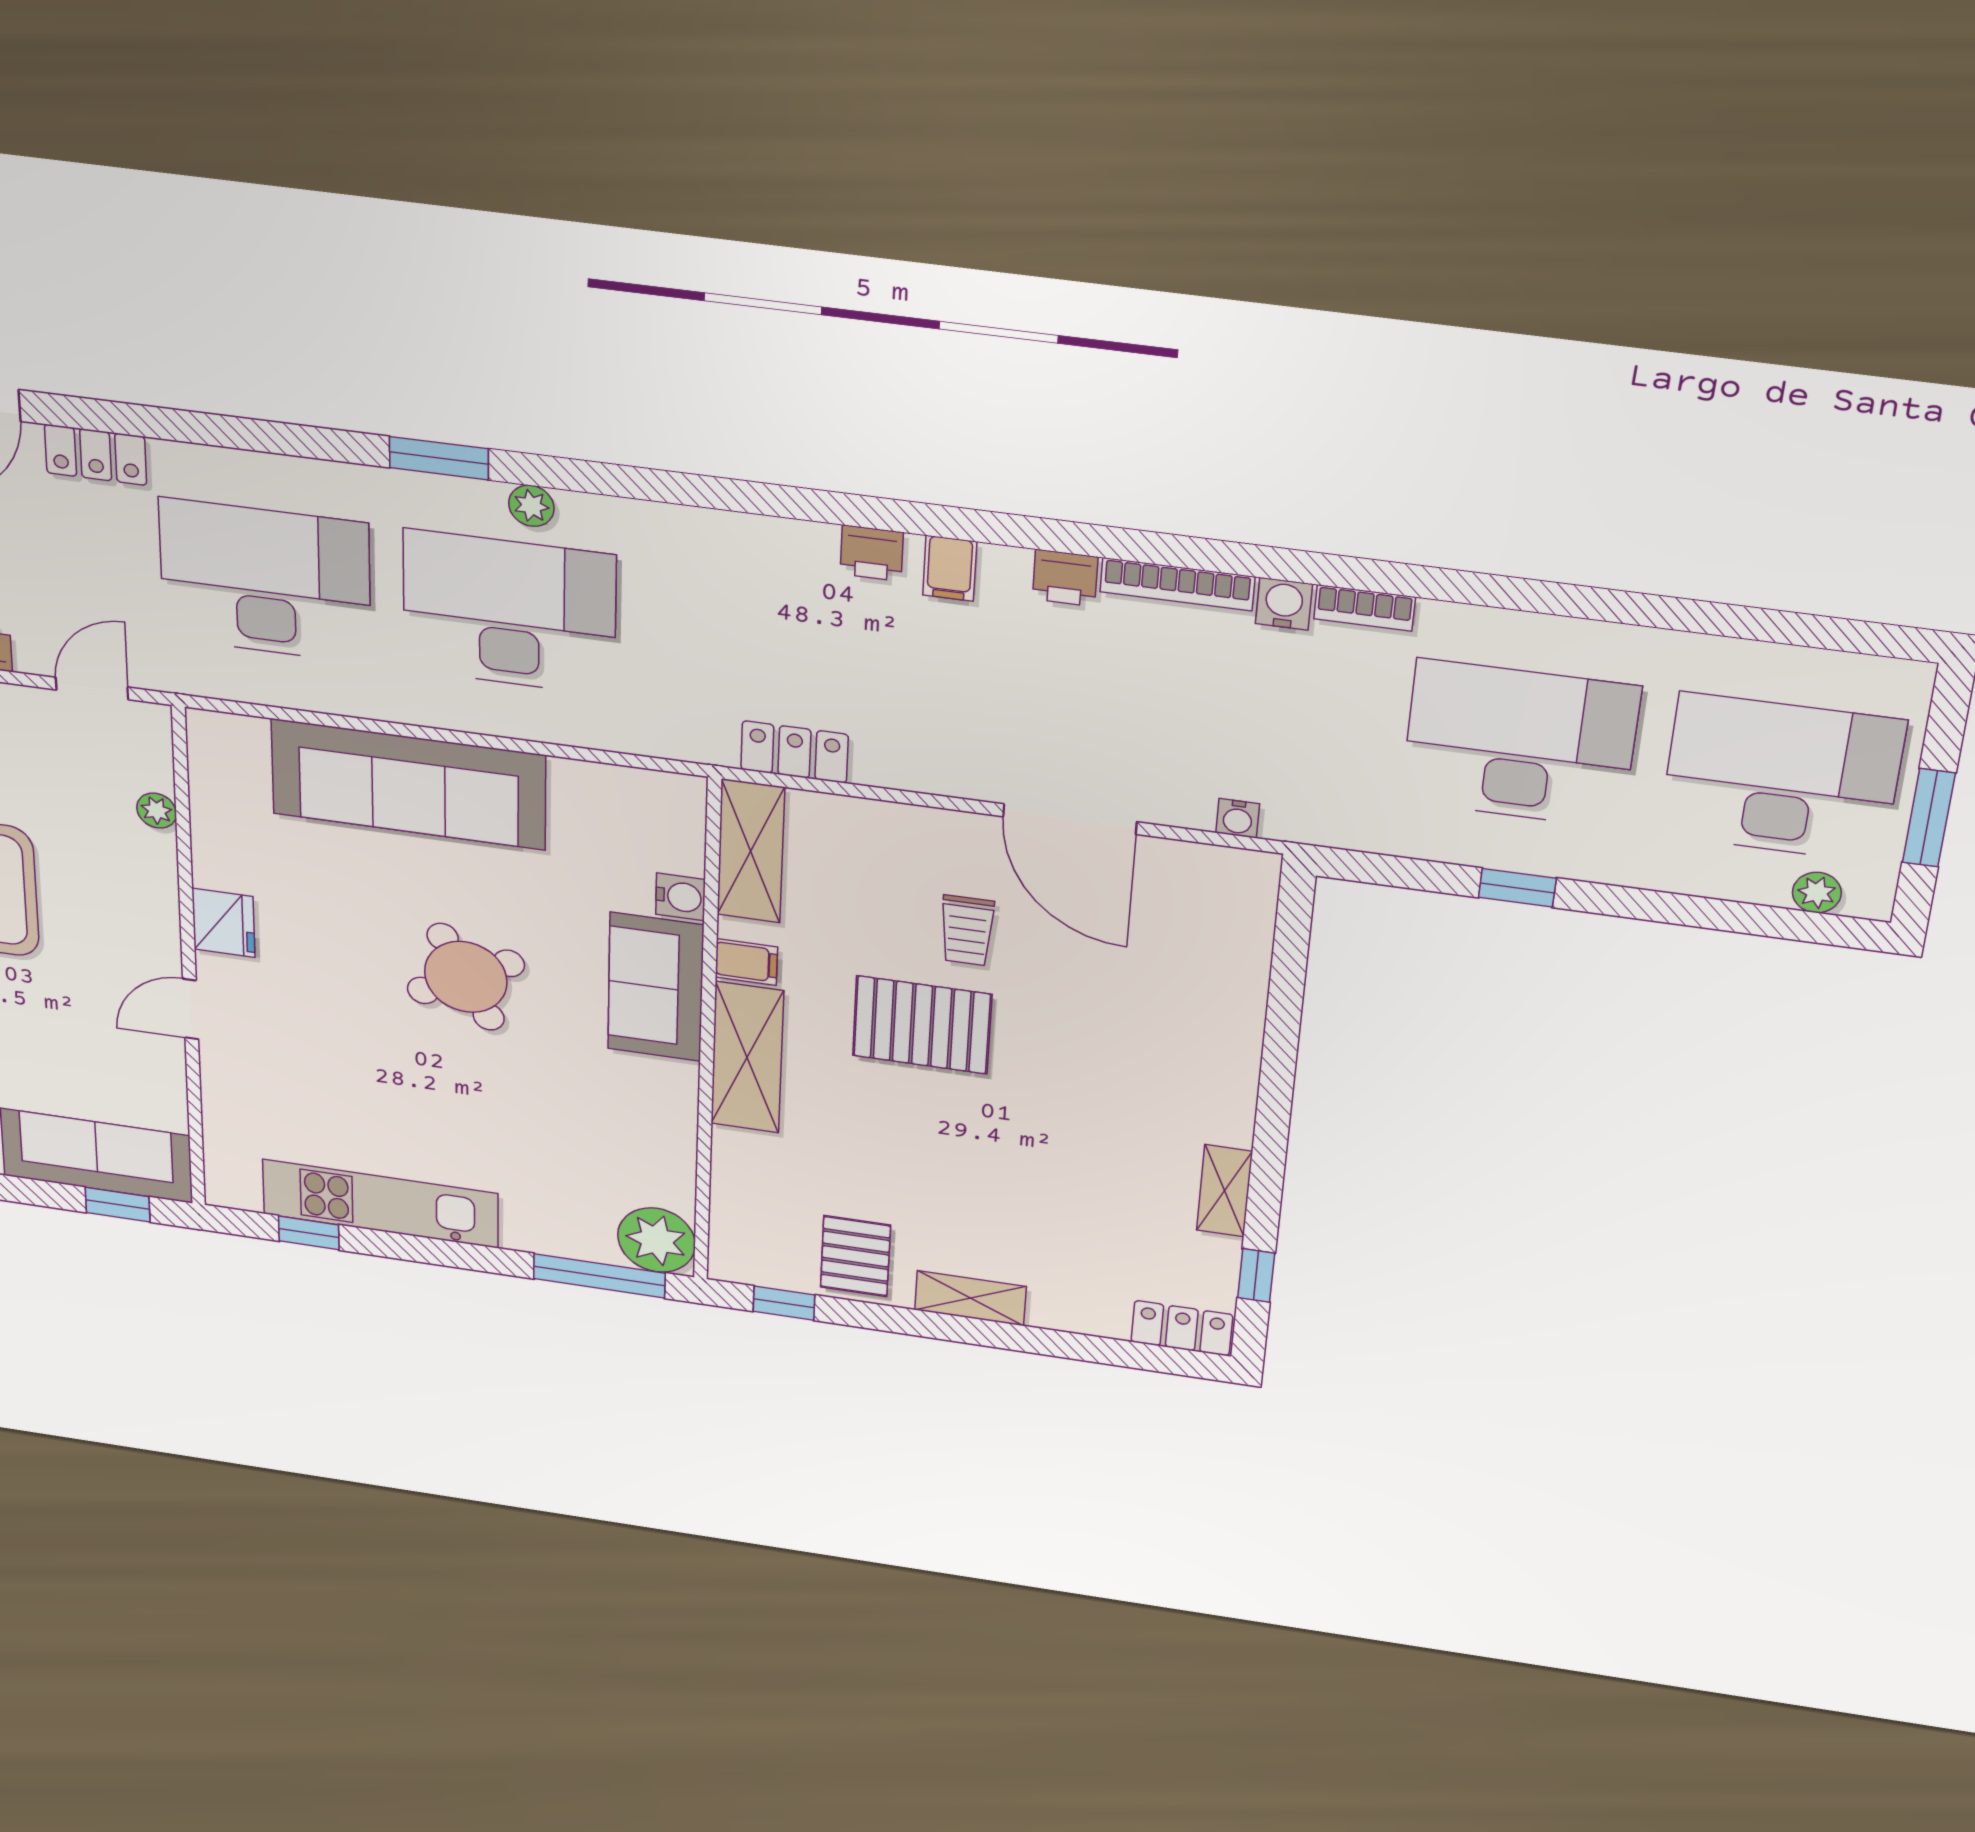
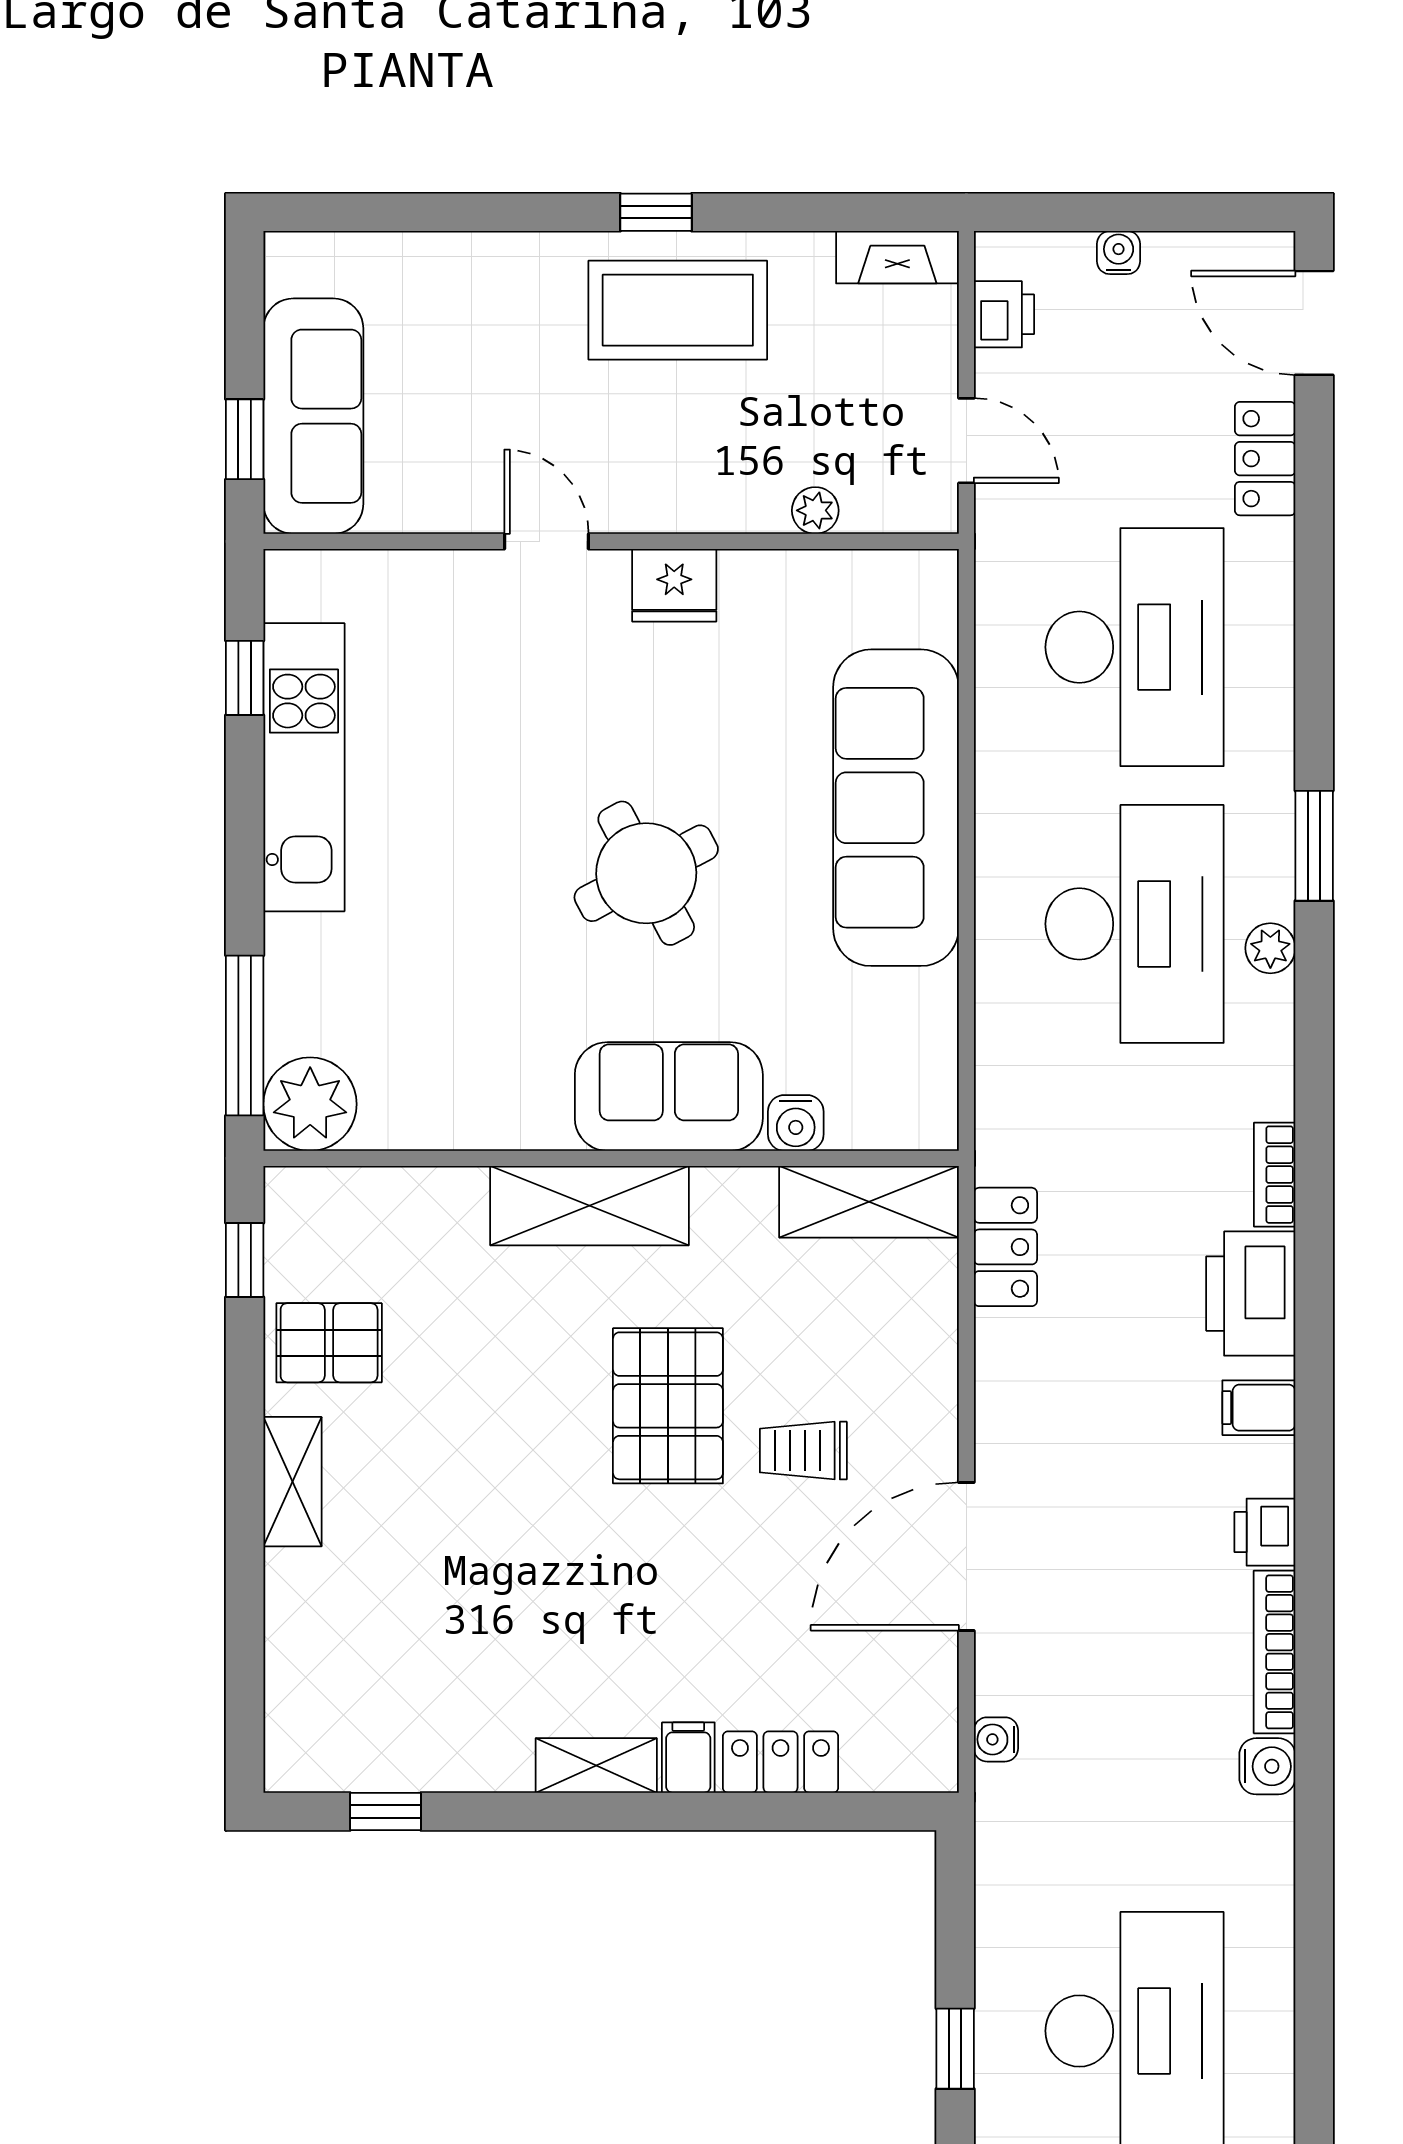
printer: (872, 553) -> (1251, 1294), width x1.87, depth x1.48
bookcase: (1365, 608) -> (1275, 1175), moved
filing cabinet: (746, 962) -> (688, 1758), moved, turned 180
shelving: (1224, 1191) -> (596, 1765), moved
locker: (1182, 1328) -> (781, 1762), moved, turned -90

